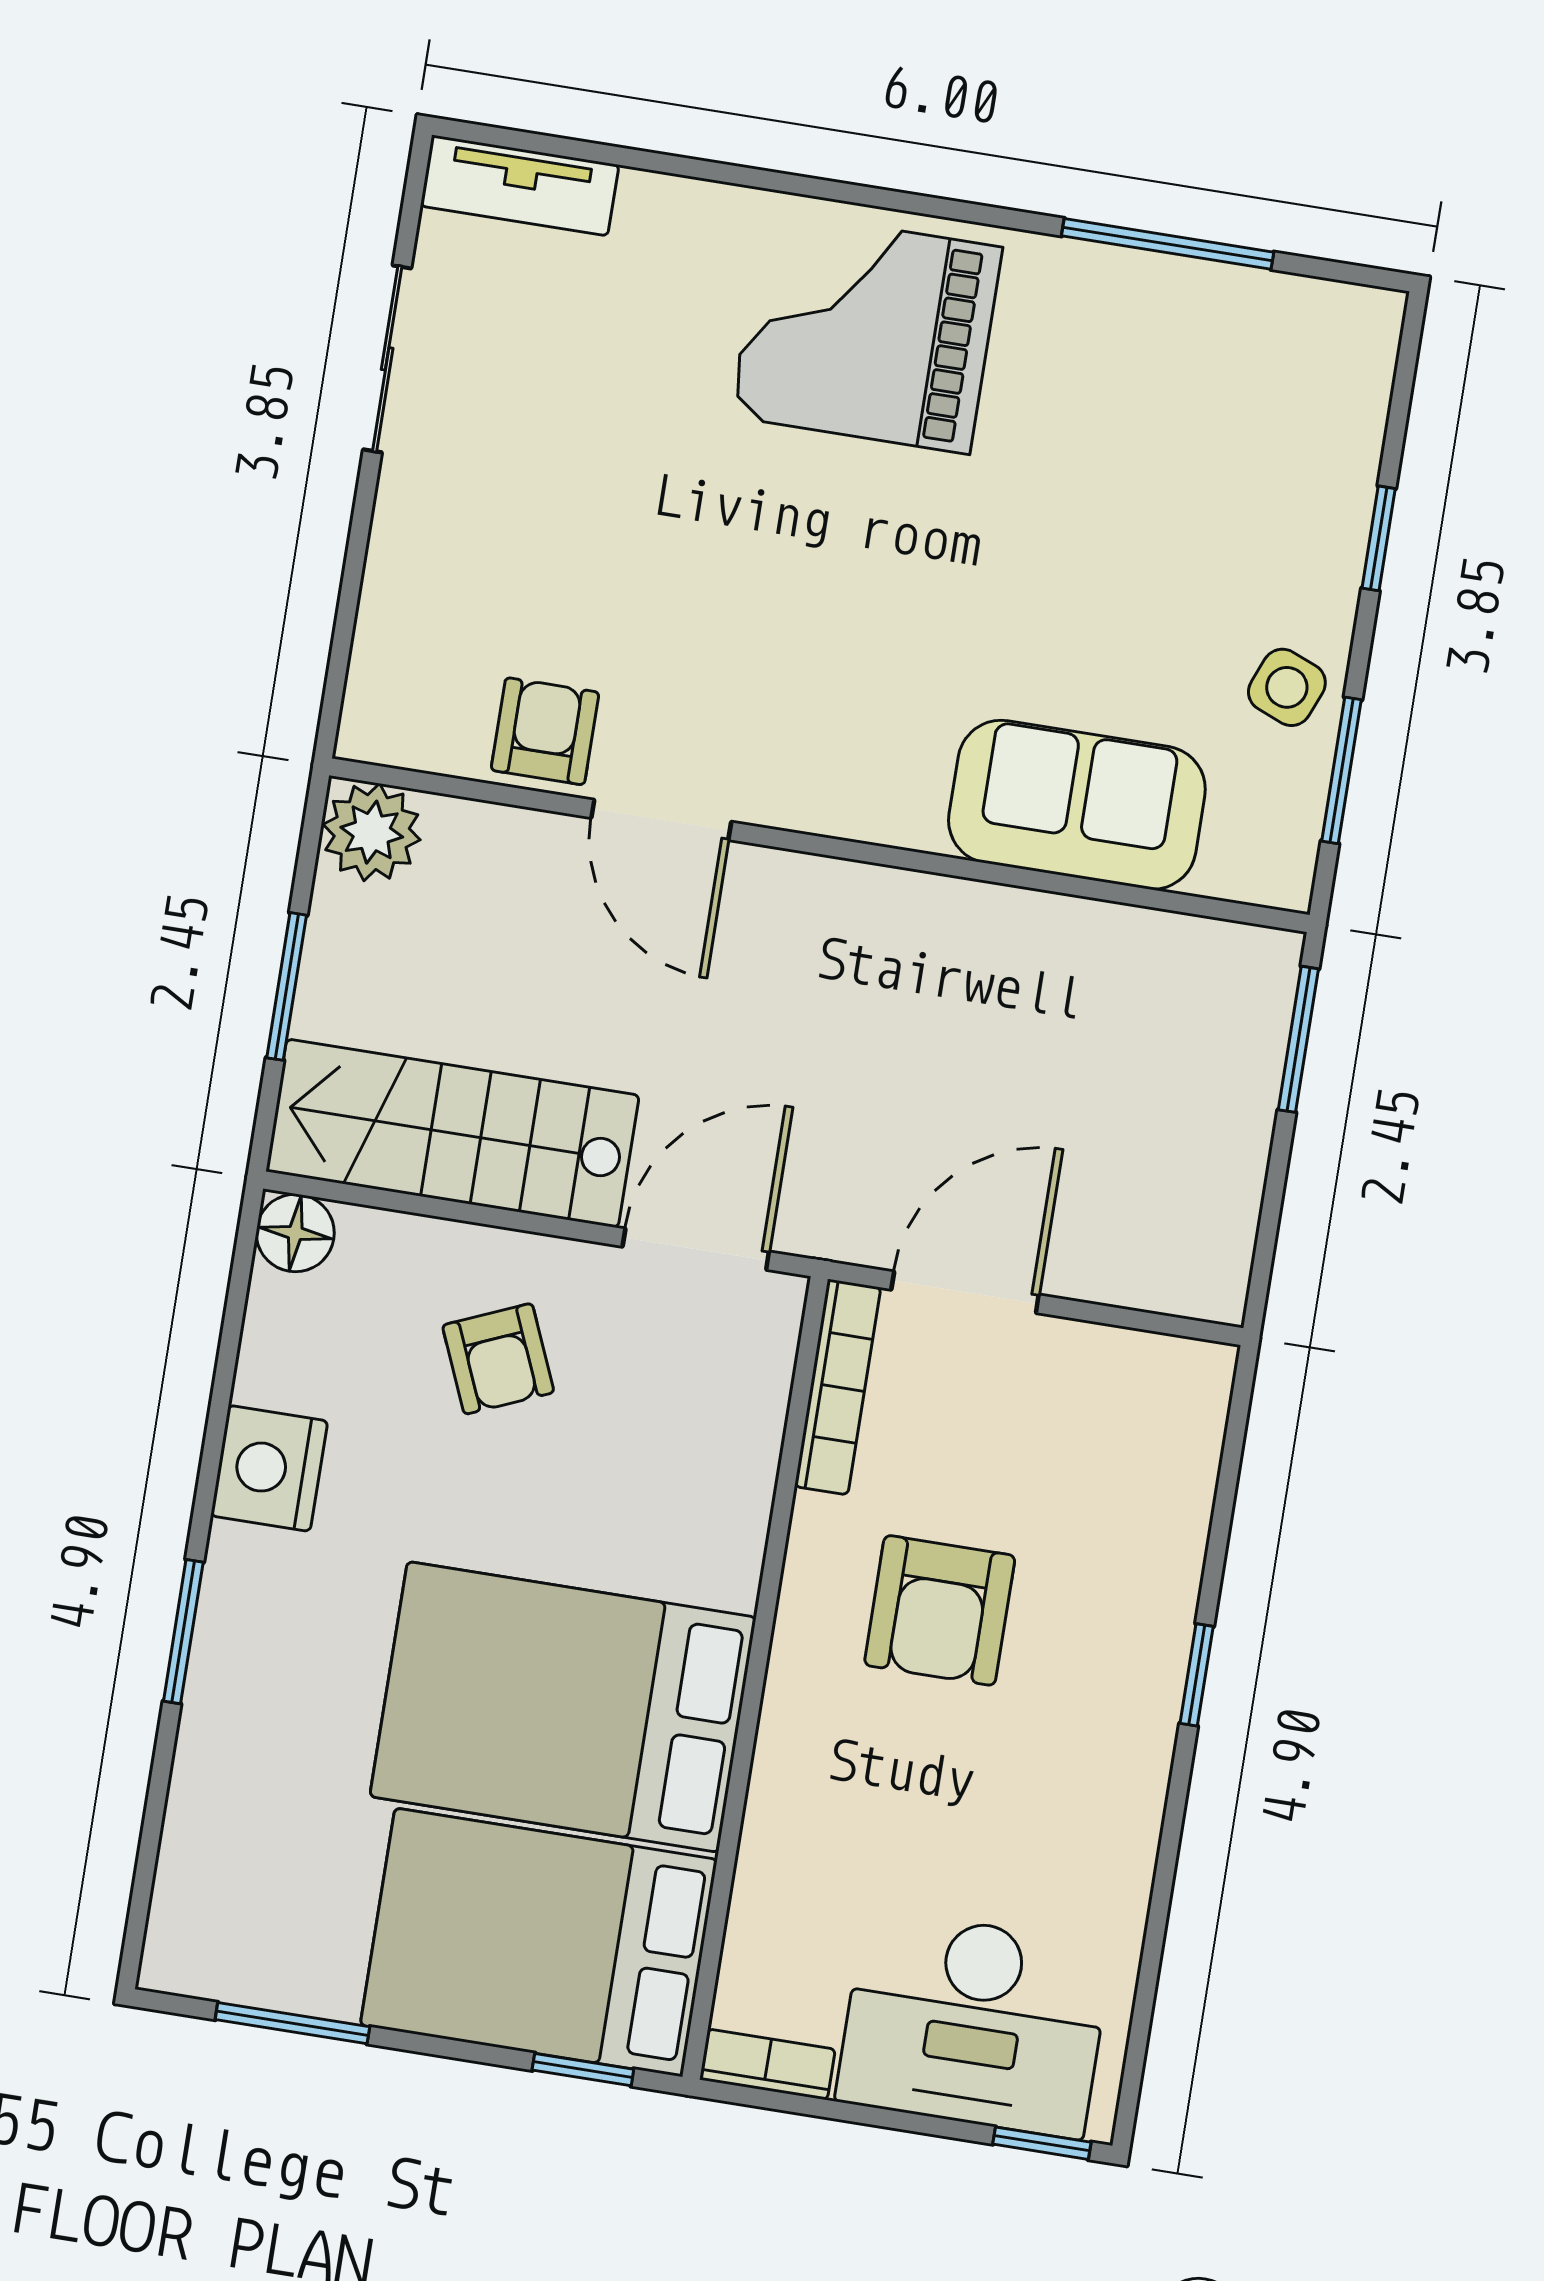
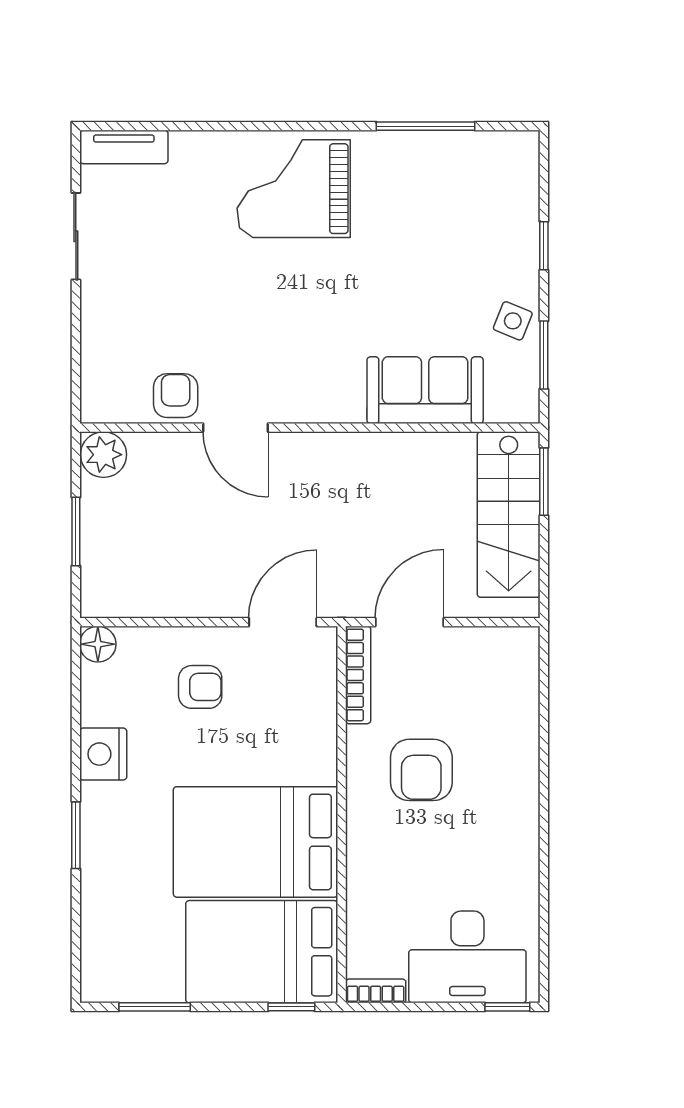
stairs: (452, 1133) -> (509, 515), moved, turned -90
armchair: (498, 1359) -> (200, 687), turned -67
window: (1197, 1675) -> (544, 781), removed

